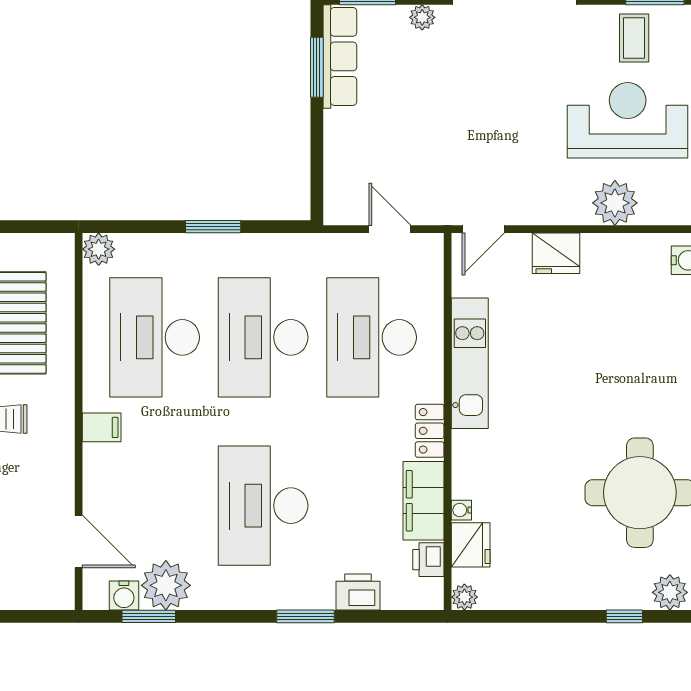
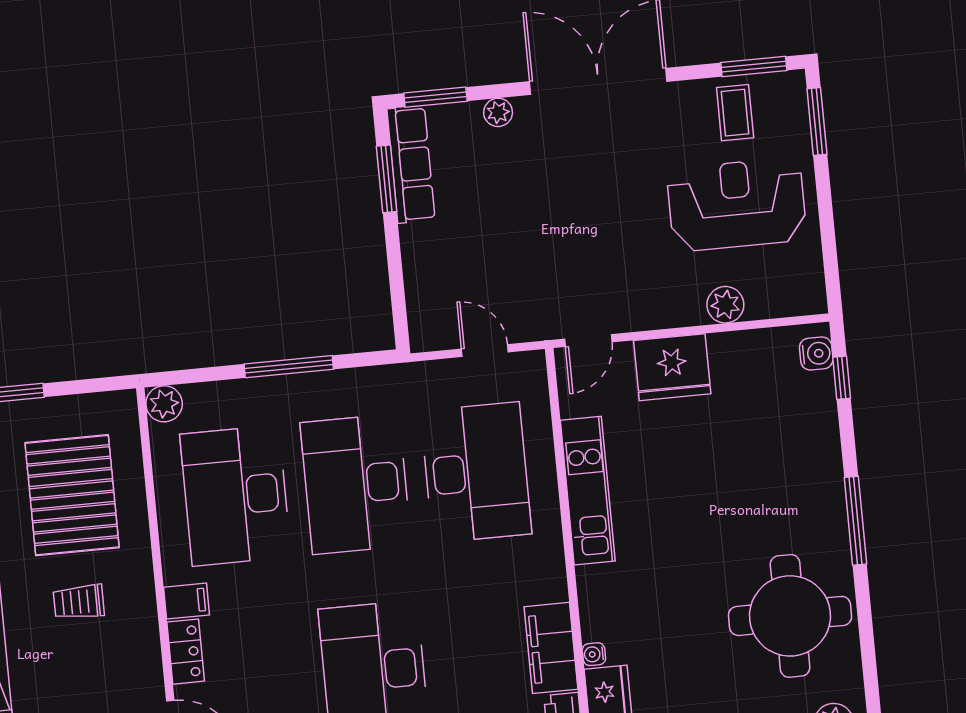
plant: (615, 203) -> (725, 305), width x0.73, depth x0.73
window: (213, 227) -> (289, 367), width x1.44
fridge: (556, 253) -> (672, 367), width x1.36, depth x1.34
desk: (372, 337) -> (476, 472), turned 180
locker: (430, 431) -> (186, 652), moved, turned 180

